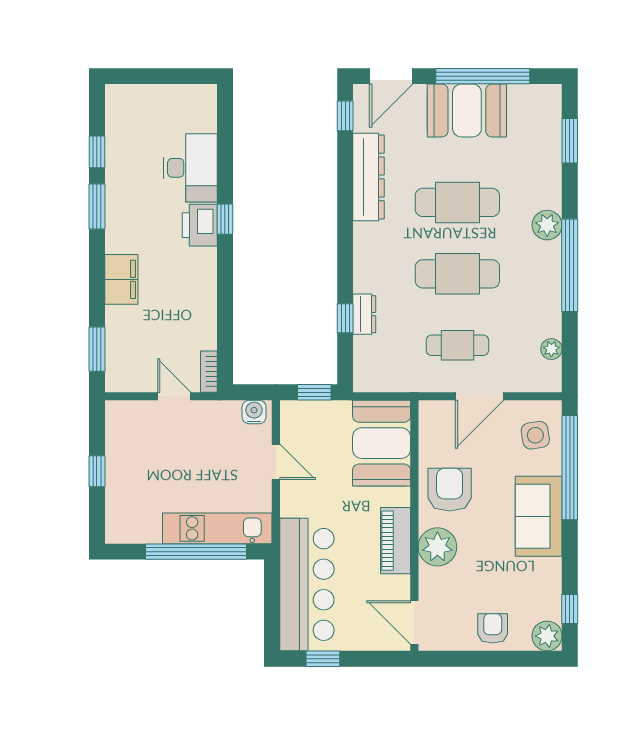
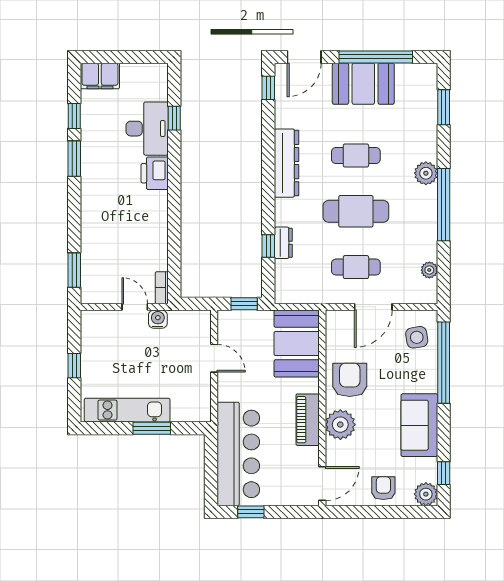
dresser: (369, 177) -> (287, 163), moved
cafe table: (457, 202) -> (356, 156), width x0.73, depth x0.74
window: (225, 219) -> (174, 118), moved
filing cabinet: (121, 279) -> (100, 76), moved, turned 90
water cooler: (254, 412) -> (158, 319), moved
sofa: (539, 516) -> (419, 425), moved
kitchen unit: (217, 528) -> (127, 410), moved
window: (196, 552) -> (152, 428), width x0.47
door: (414, 622) -> (322, 484), swing flipped

